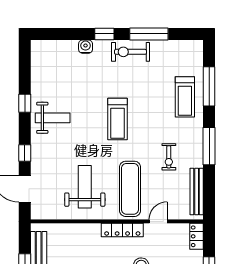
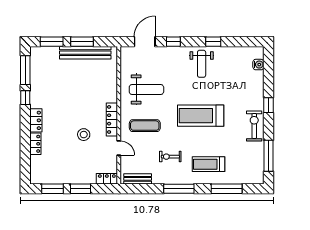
window: (149, 34) -> (269, 156), moved
water cooler: (86, 47) -> (258, 65), moved
treadmill: (185, 97) -> (209, 164), moved
treadmill: (117, 119) -> (201, 116), width x1.37, depth x1.38
exercise mat: (130, 189) -> (145, 126), width x0.73, depth x0.69
bench: (197, 192) -> (138, 179), width x0.73

